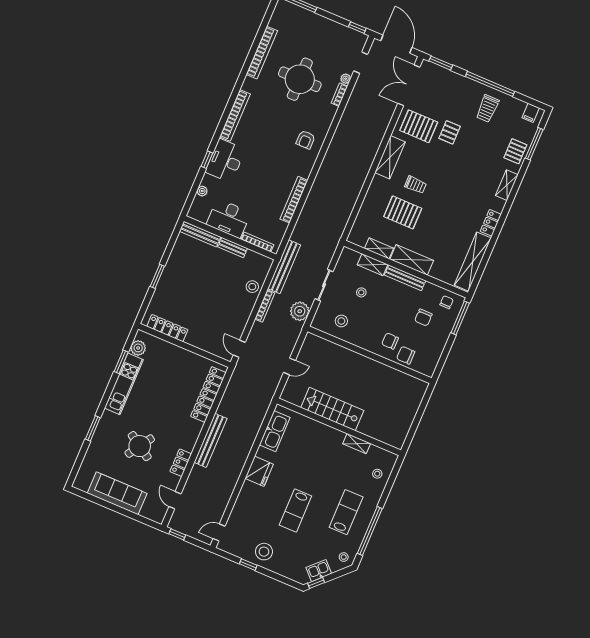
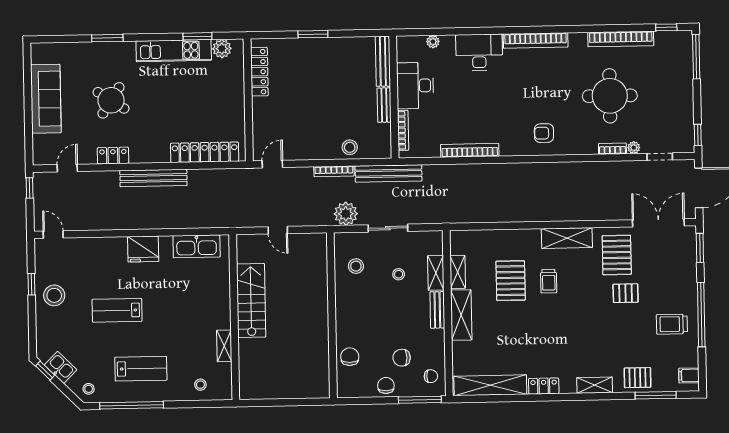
window: (207, 160) -> (666, 27), moved
bench: (405, 278) -> (437, 310), width x0.73
chair: (390, 341) -> (386, 385), moved

